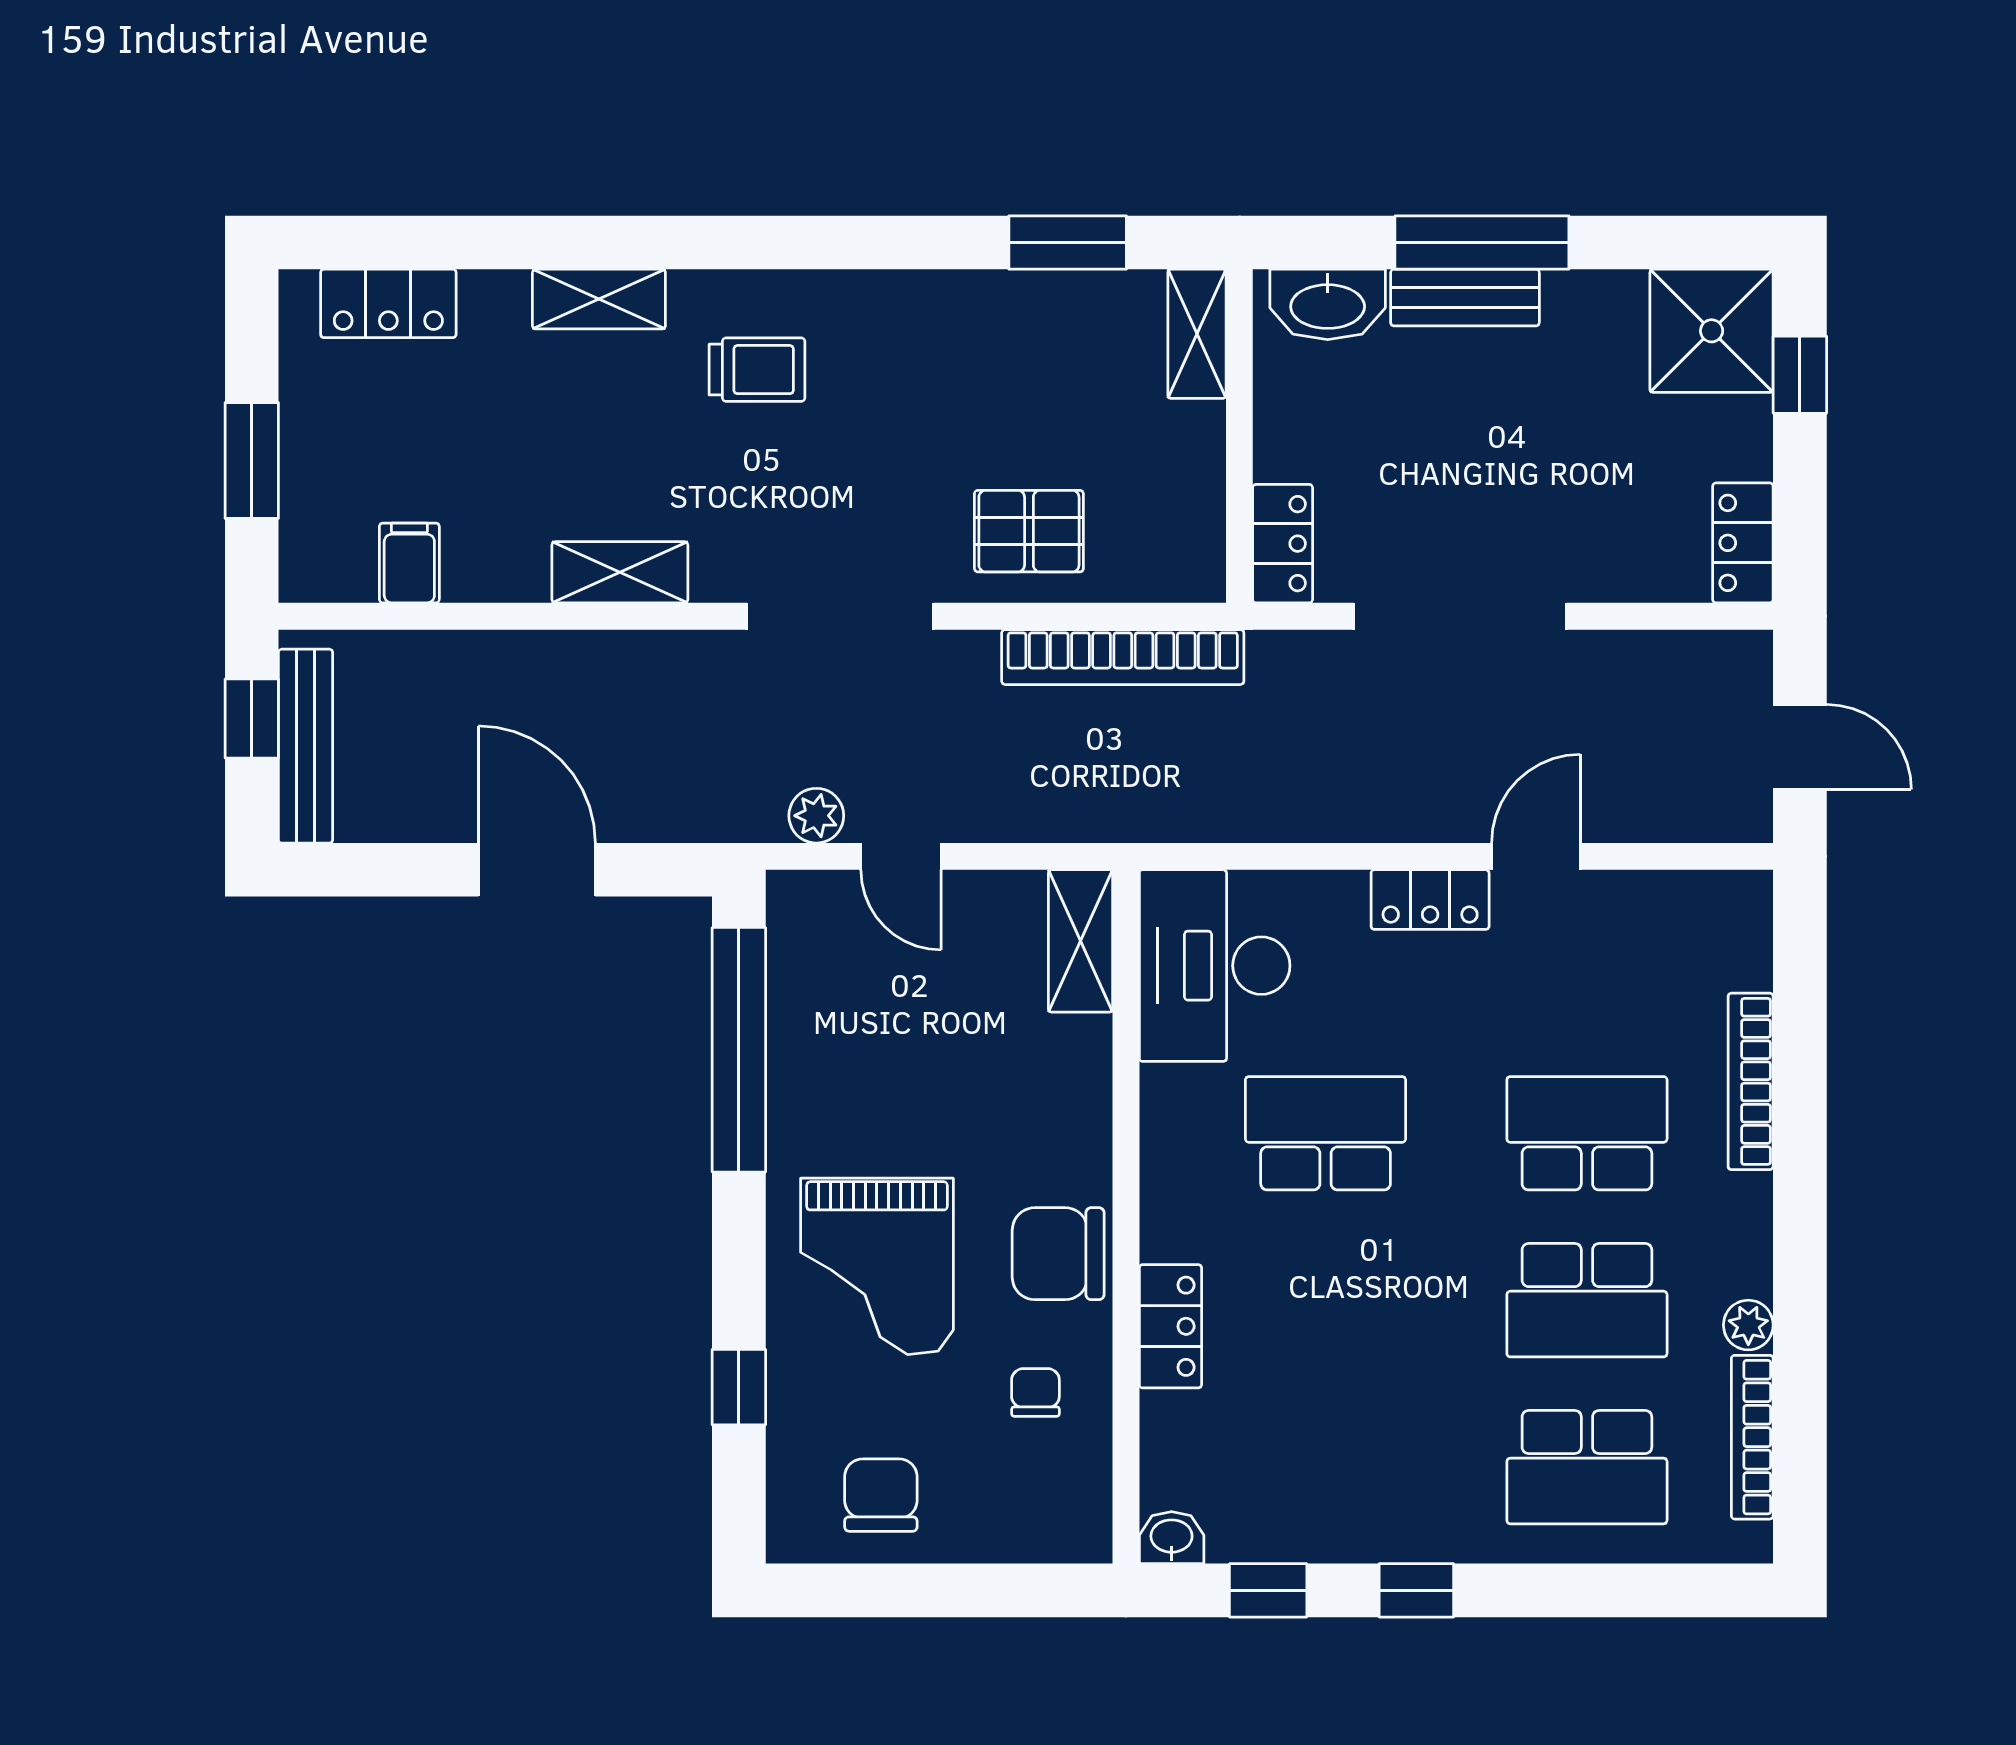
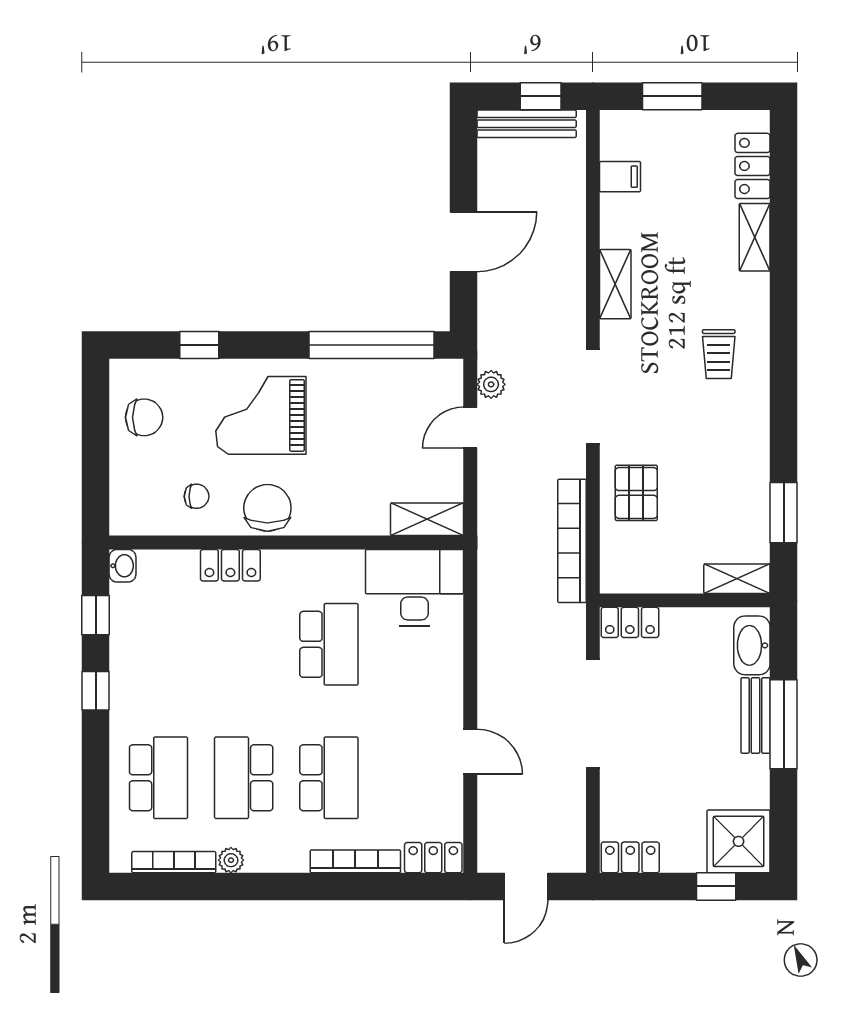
shelving: (599, 299) -> (755, 237), moved
locker: (1430, 900) -> (433, 858), moved, turned 90
school desk: (1587, 1467) -> (158, 778), turned 180

